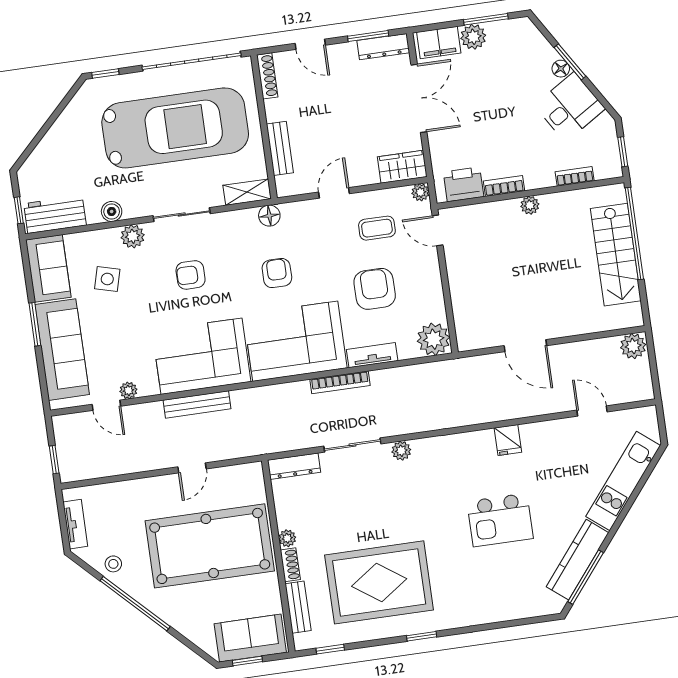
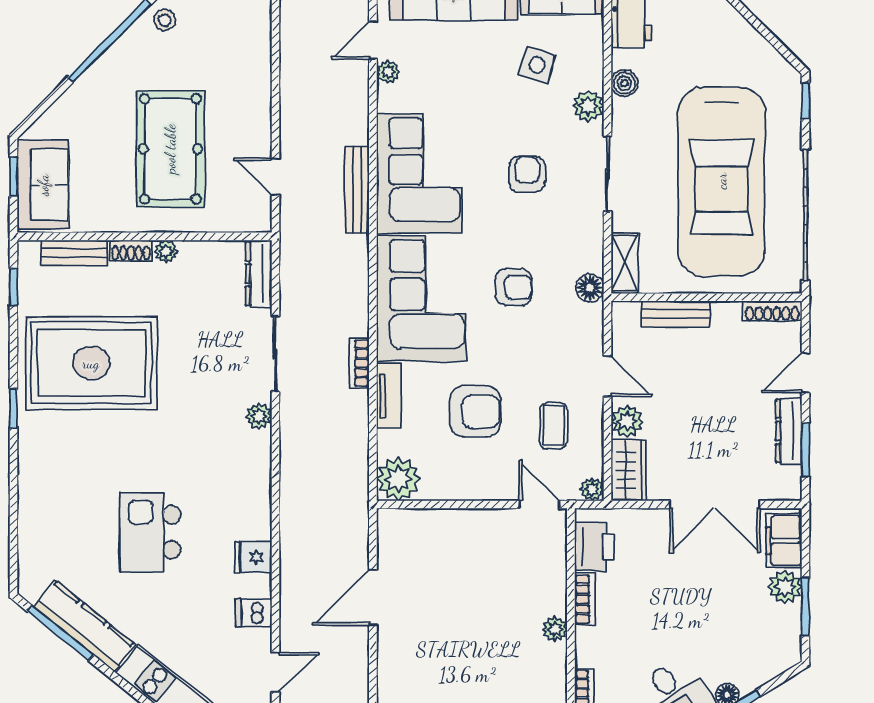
dresser: (383, 47) -> (789, 431), moved
plant: (366, 173) -> (627, 421), added
door: (438, 230) -> (539, 504), hinge flipped
bookcase: (340, 382) -> (359, 363), width x0.64
bench: (197, 404) -> (357, 190), moved
dishwasher: (550, 434) -> (254, 613), added
door: (192, 468) -> (275, 176), moved
pool table: (210, 546) -> (170, 149), width x0.73, depth x0.76
rug: (379, 582) -> (91, 363), turned 90

